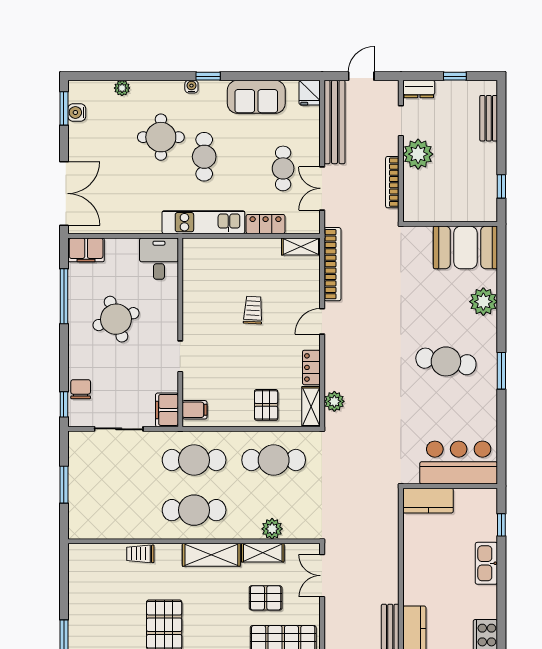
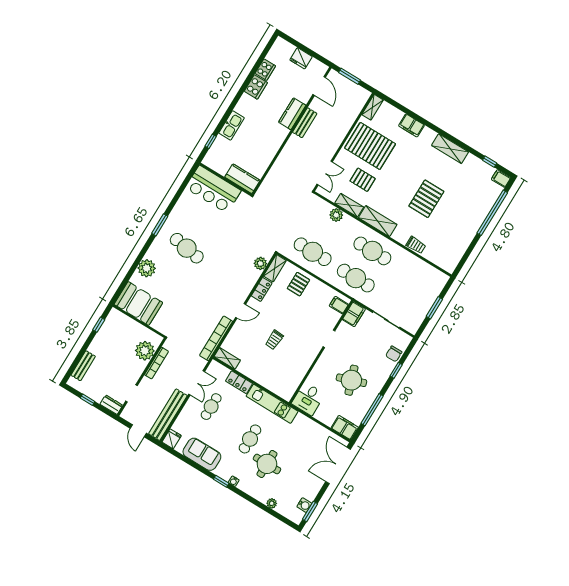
door: (361, 76) -> (138, 431), hinge flipped
plant: (418, 154) -> (145, 351), moved
window: (64, 404) -> (396, 370), moved

